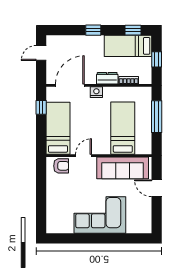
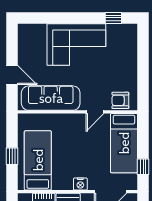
window: (157, 117) -> (12, 156), width x0.46
bed: (123, 128) -> (38, 160), moved, turned 180
window: (67, 238) -> (113, 18), added

